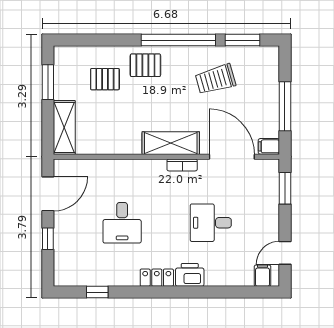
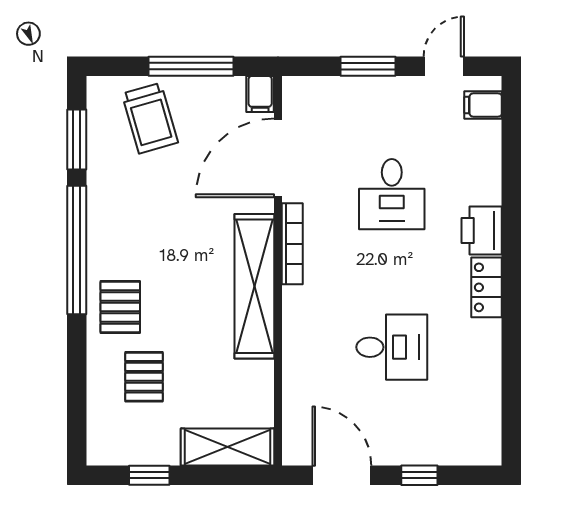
trolley: (215, 79) -> (150, 118), moved
window: (48, 82) -> (149, 475), width x0.67
shelving: (171, 143) -> (254, 286), width x1.47
bookcase: (182, 165) -> (292, 244), width x1.56
window: (285, 188) -> (368, 66), moved
door: (285, 253) -> (444, 66), swing flipped
window: (97, 292) -> (511, 390), removed

